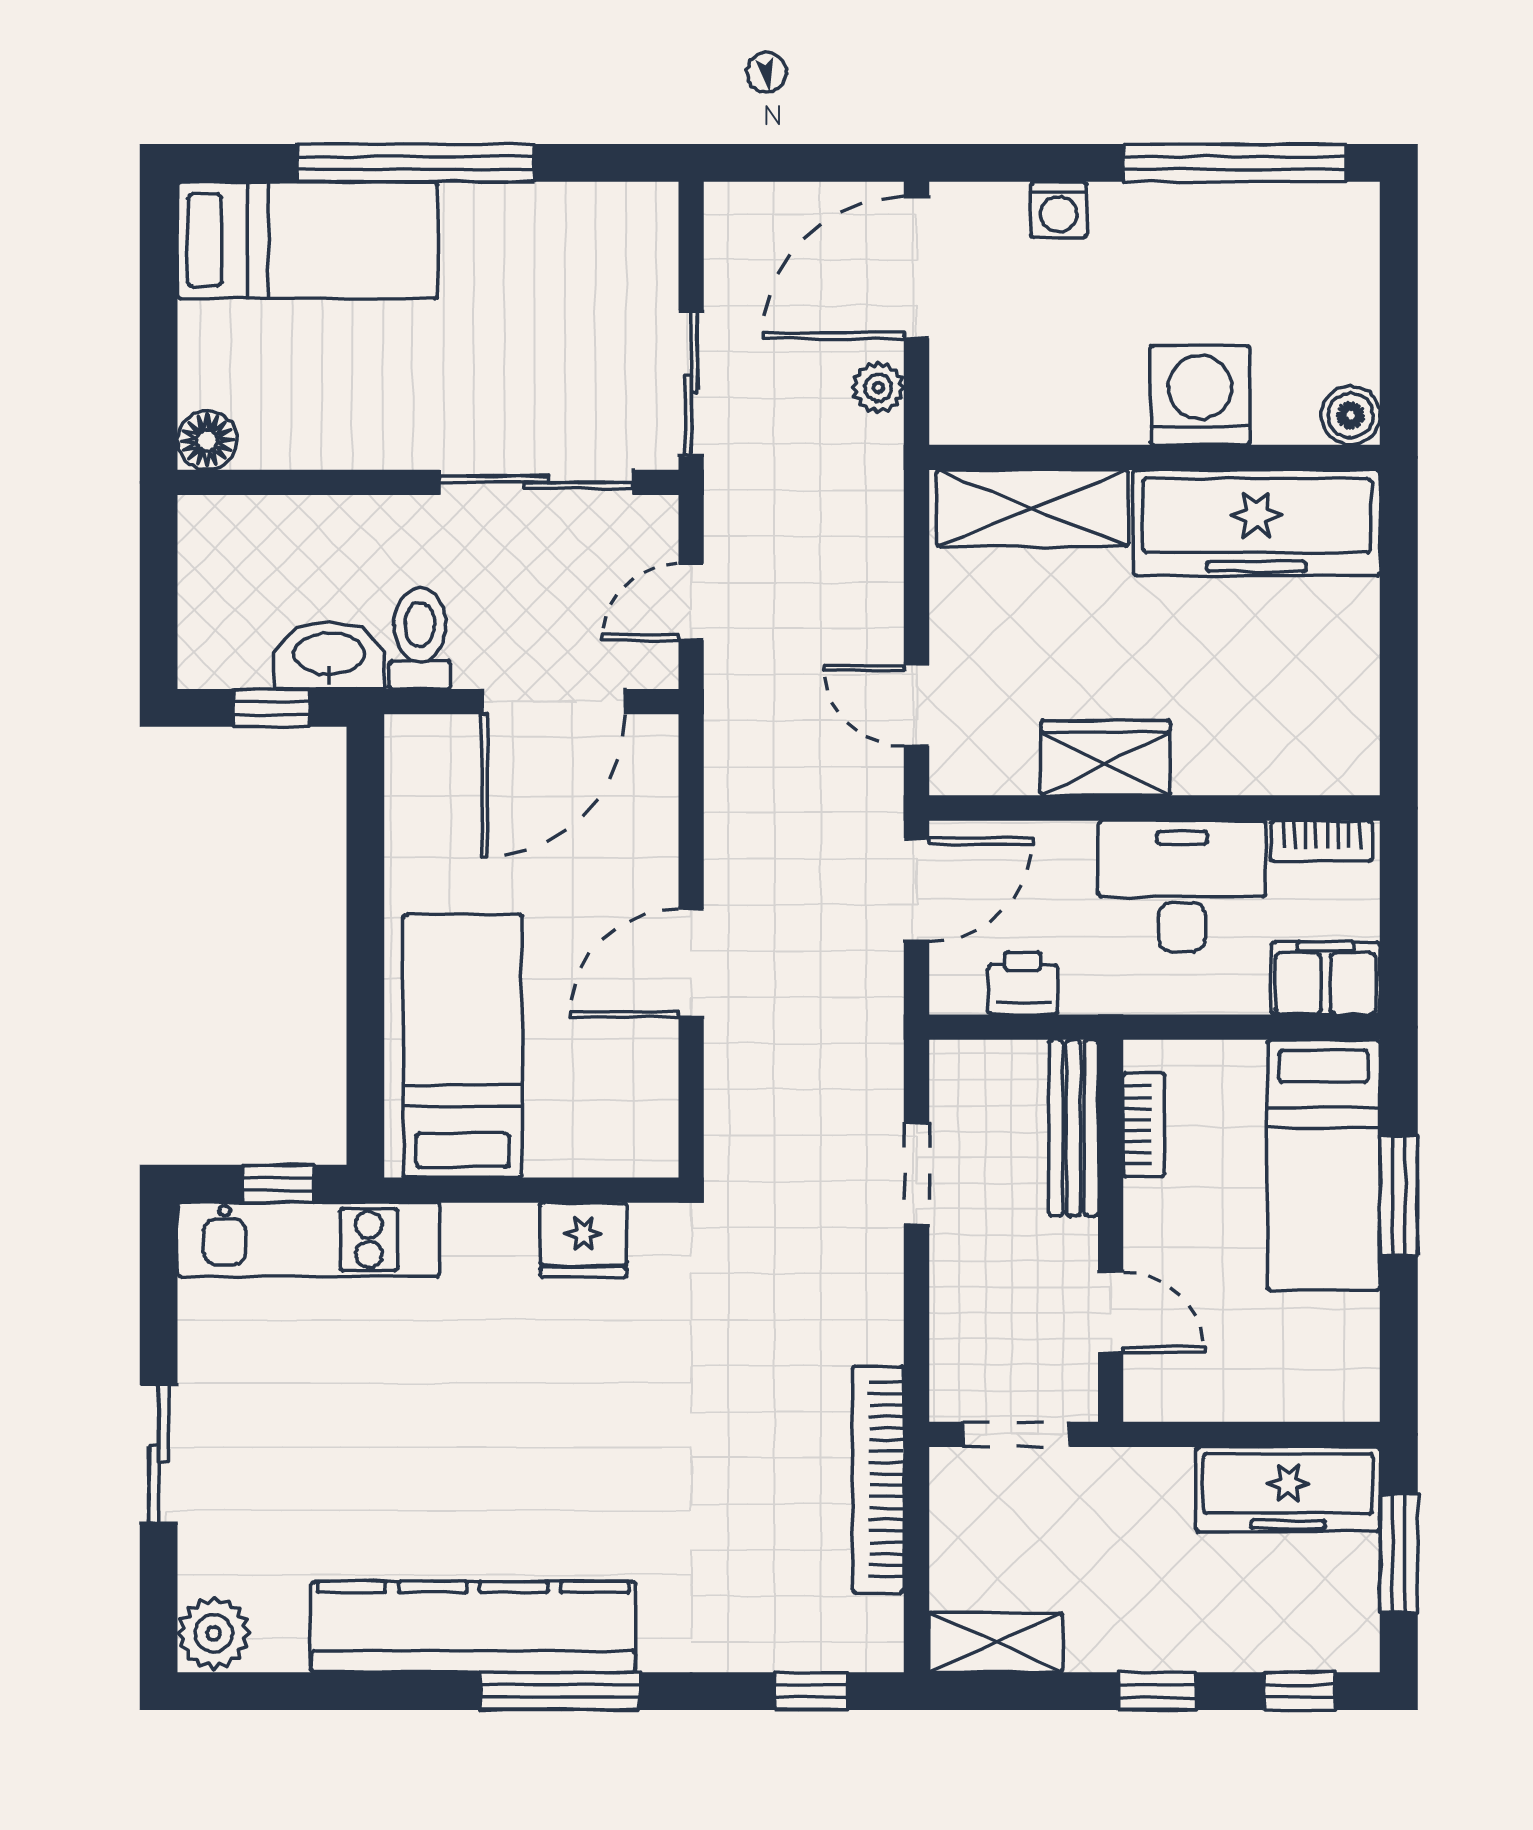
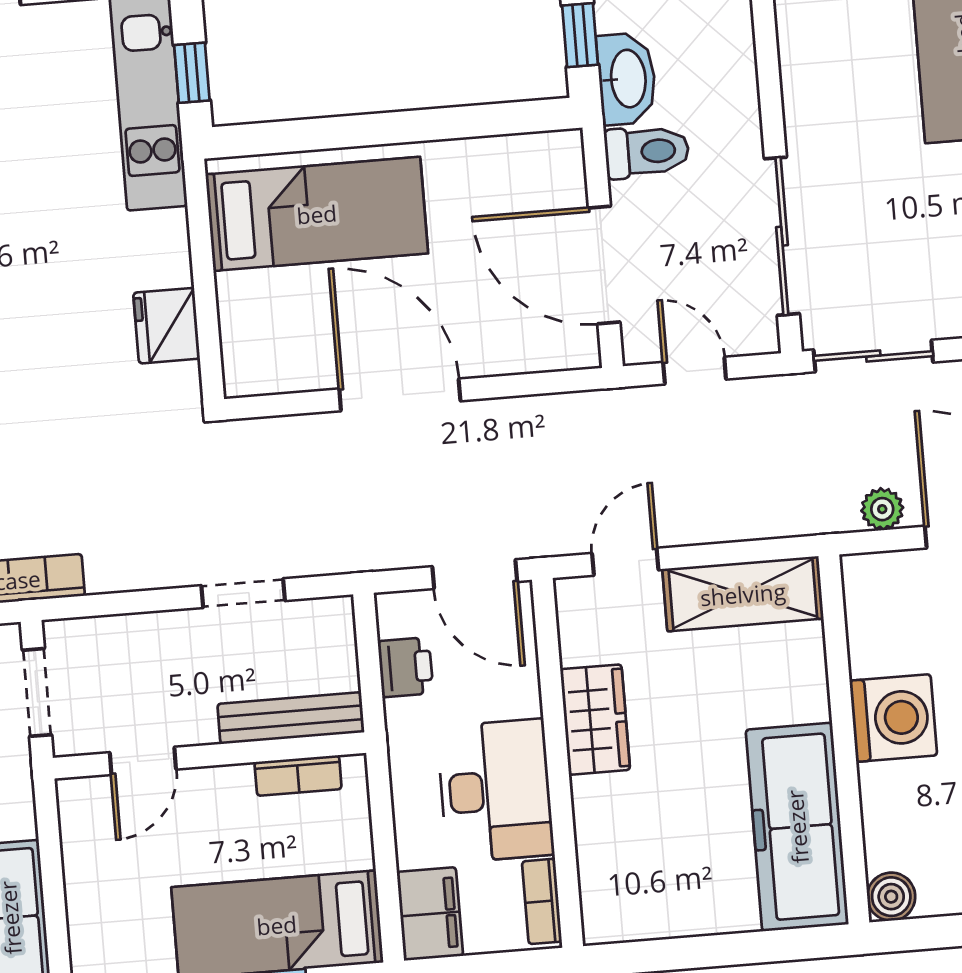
washing machine: (1200, 395) -> (893, 718), moved
shelving: (1032, 508) -> (743, 594), moved, turned 90
door: (691, 963) -> (400, 395), width x1.36

